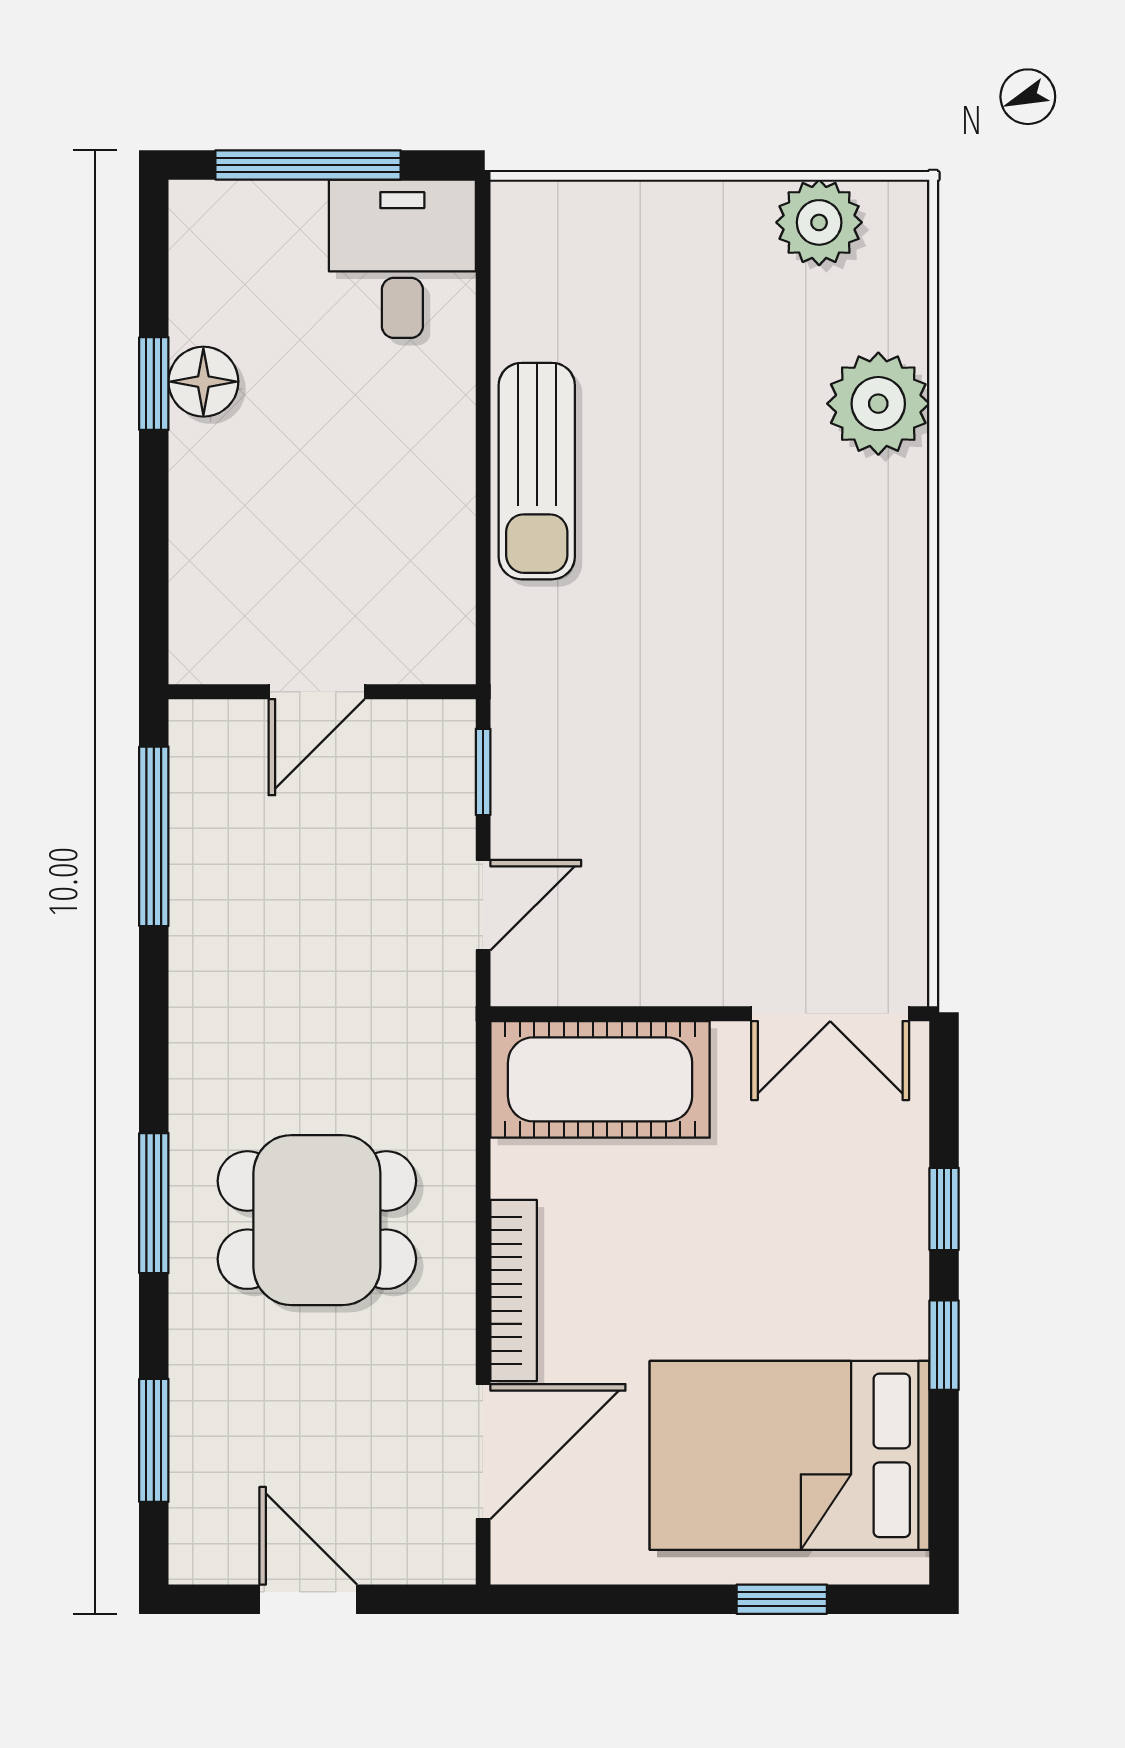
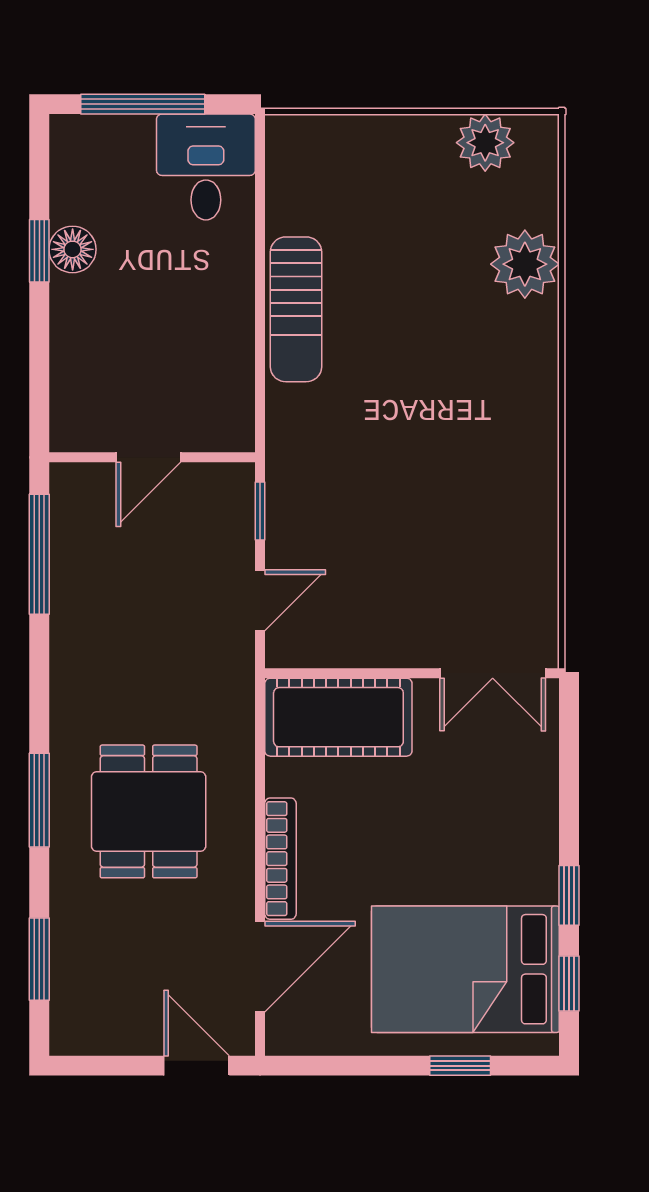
window: (944, 1209) -> (569, 983), moved
dining table: (317, 1220) -> (149, 811), turned 90
door: (308, 1599) -> (197, 1066), moved

